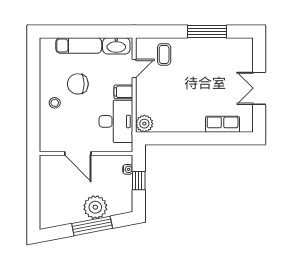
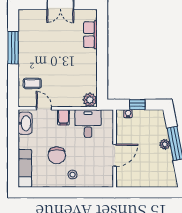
exam couch: (79, 46) -> (25, 168), moved
desk: (116, 121) -> (88, 124), width x0.73
plant: (95, 207) -> (165, 144), width x0.53, depth x0.53

